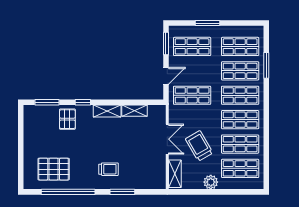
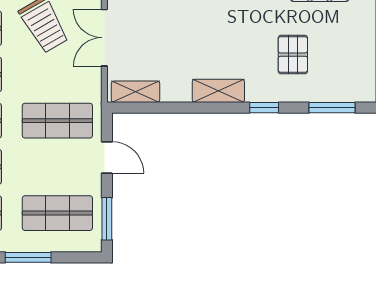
door: (166, 76) -> (107, 158), swing flipped
shelving: (135, 111) -> (136, 92), moved
pallet: (67, 119) -> (293, 55), moved

